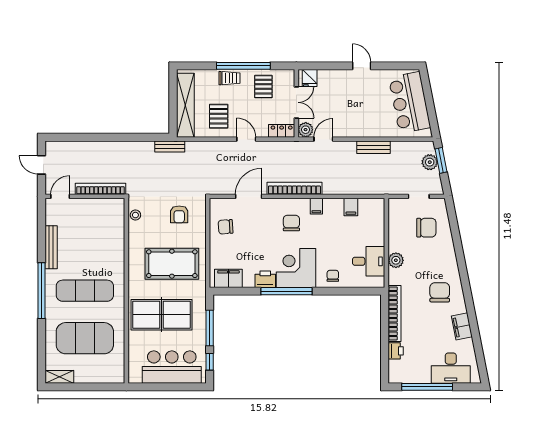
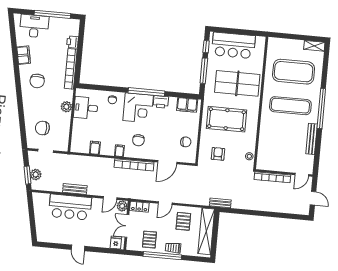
bar counter: (410, 102) -> (70, 207), moved, turned 101
door: (246, 139) -> (165, 203), hinge flipped

